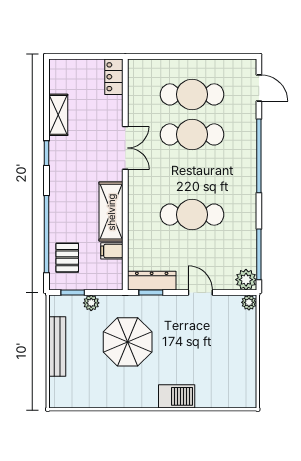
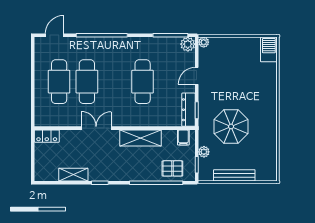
filing cabinet: (112, 251) -> (183, 137), moved
barbecue: (177, 396) -> (269, 49), moved

